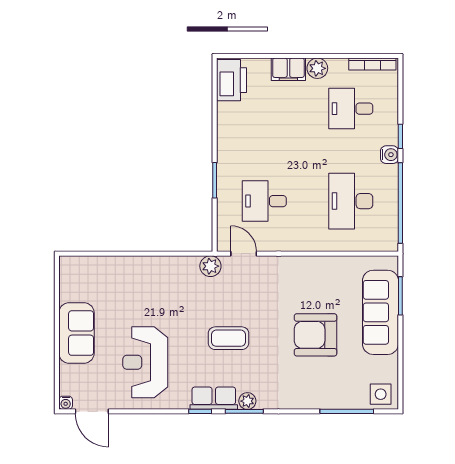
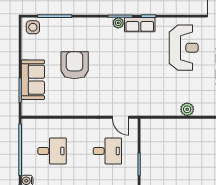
desk: (351, 201) -> (52, 151), width x0.73
plant: (210, 266) -> (187, 109), moved
sofa: (380, 312) -> (33, 80), width x0.73
armchair: (316, 335) -> (75, 65), turned -90
coffee table: (229, 338) -> (130, 63), removed

